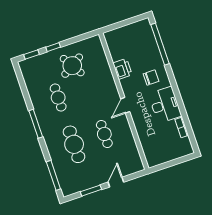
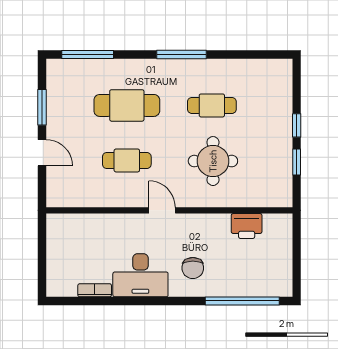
window: (32, 55) -> (297, 162), moved
round table: (72, 66) -> (213, 161), moved, turned 32
printer: (122, 69) -> (247, 226), moved

